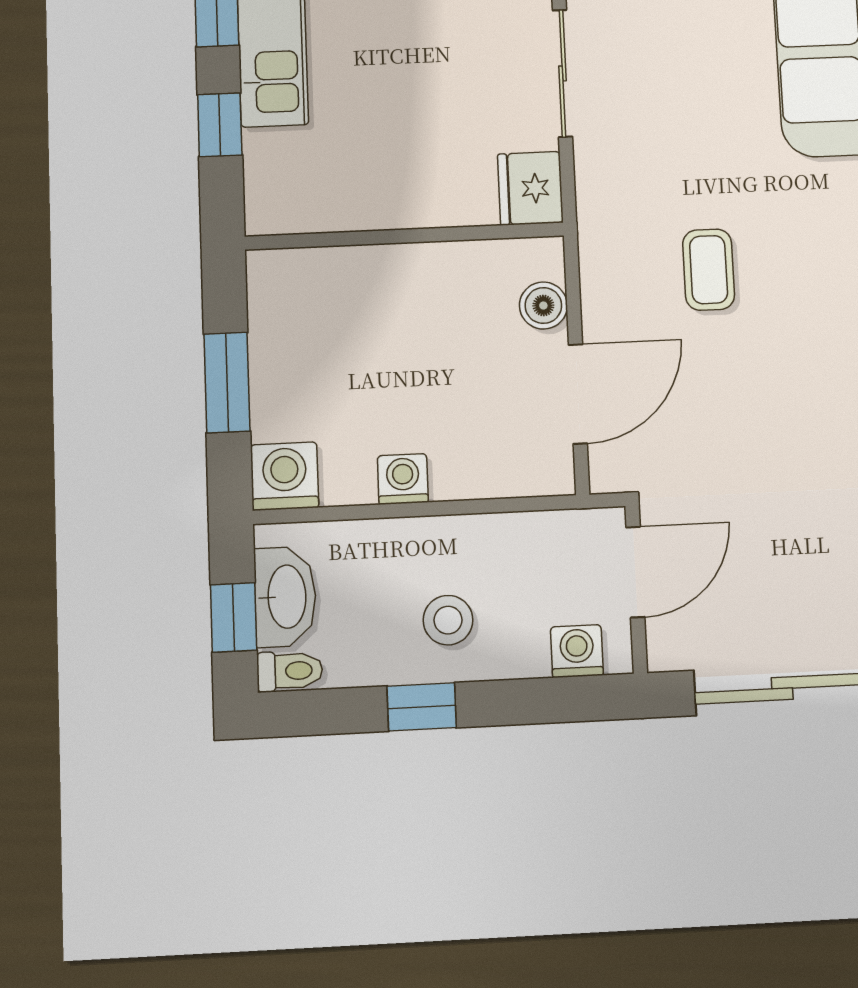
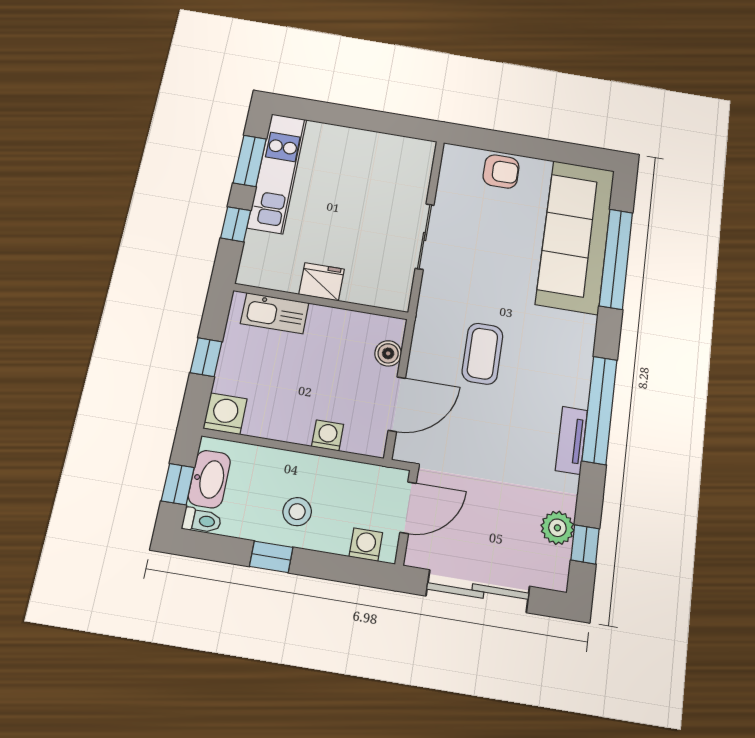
fridge: (530, 188) -> (322, 282), moved, turned 90
coffee table: (709, 270) -> (482, 354), width x1.36, depth x1.30
kitchen sink: (328, 276) -> (275, 313), added
window: (227, 382) -> (206, 357), width x0.67
washing machine: (403, 479) -> (328, 435), moved

